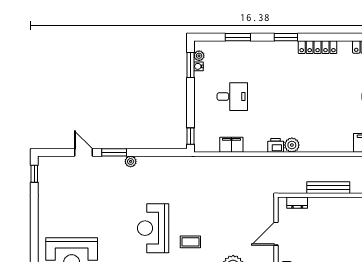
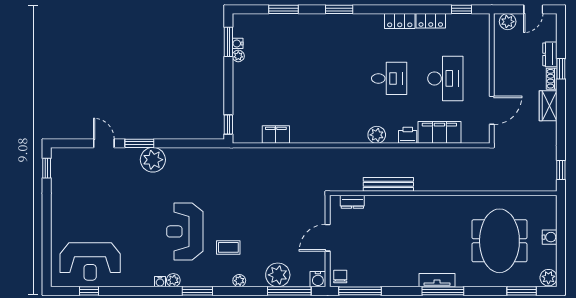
locker: (318, 47) -> (400, 21), moved, width x0.66
plant: (199, 56) -> (238, 56), moved
desk: (232, 97) -> (389, 78), moved
printer: (276, 145) -> (408, 135), moved
plant: (292, 145) -> (377, 135), moved
plant: (131, 161) -> (153, 160), width x1.88, depth x1.88

